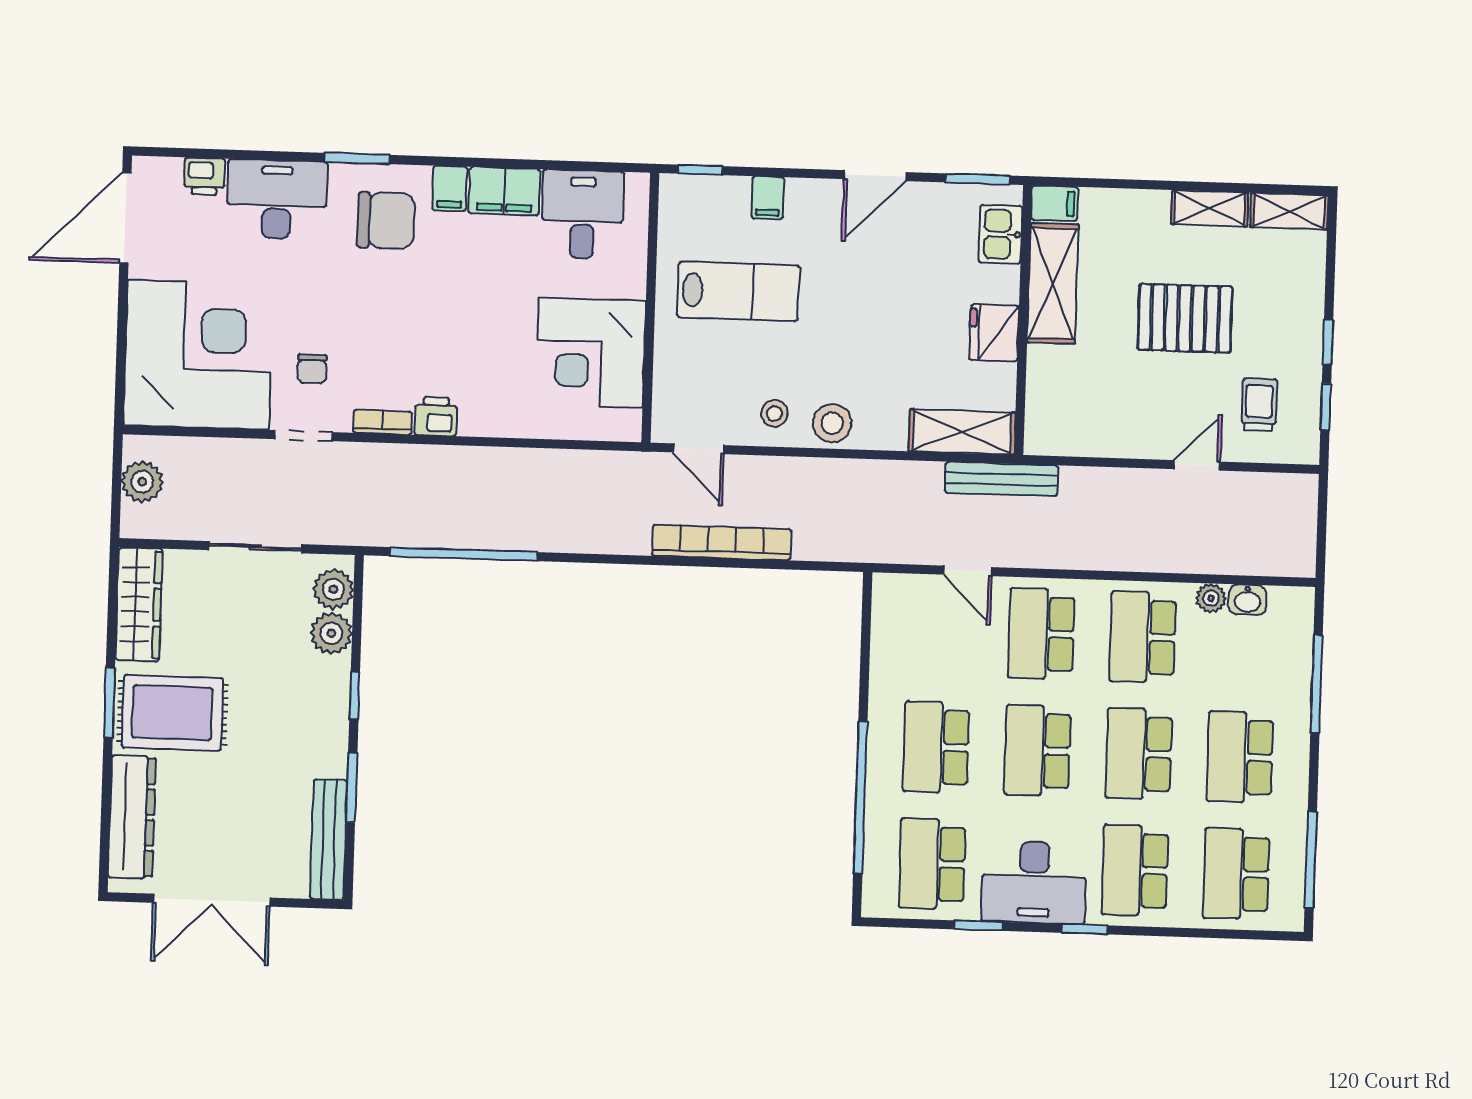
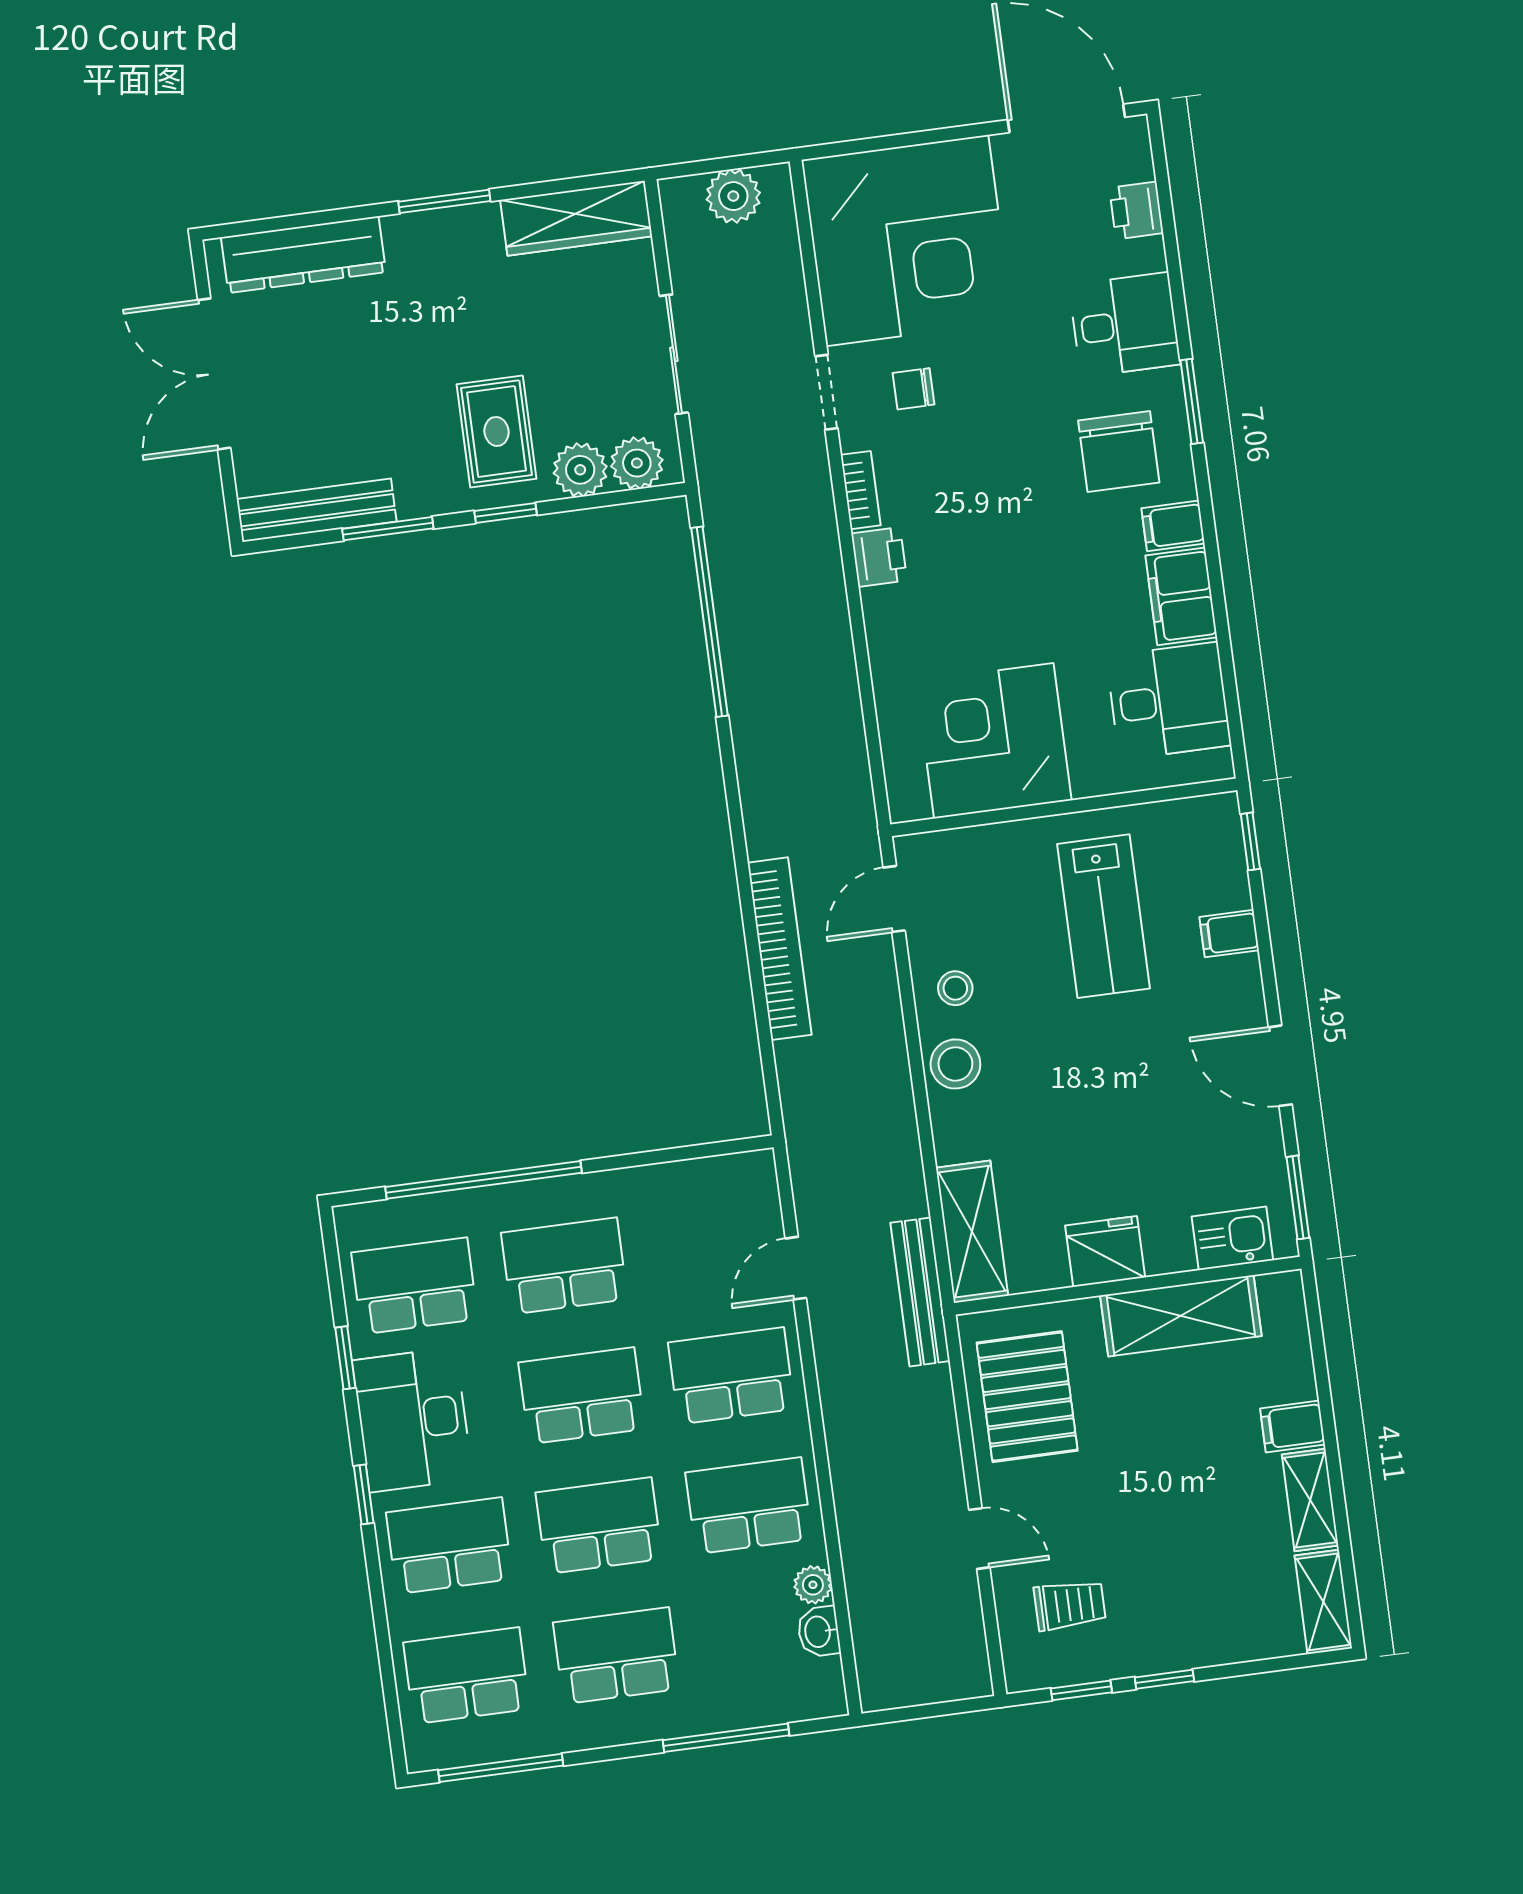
desk: (277, 199) -> (1125, 325), width x0.73
filing cabinet: (1055, 203) -> (1293, 1426), moved, turned 90
pallet: (1185, 318) -> (1027, 1397), moved
rug: (172, 713) -> (496, 432), moved, width x0.73, depth x0.70

